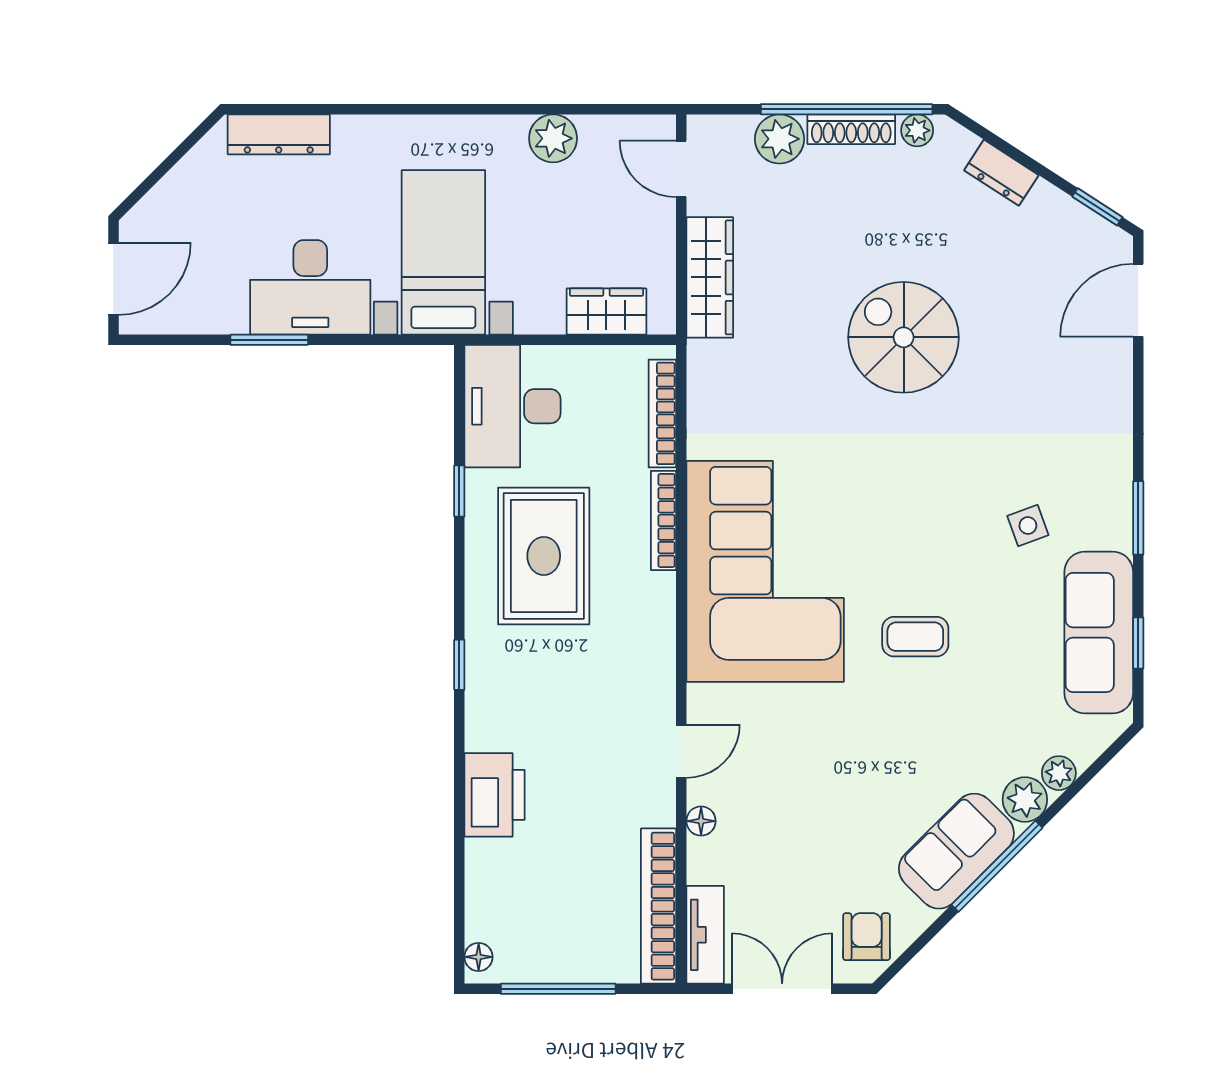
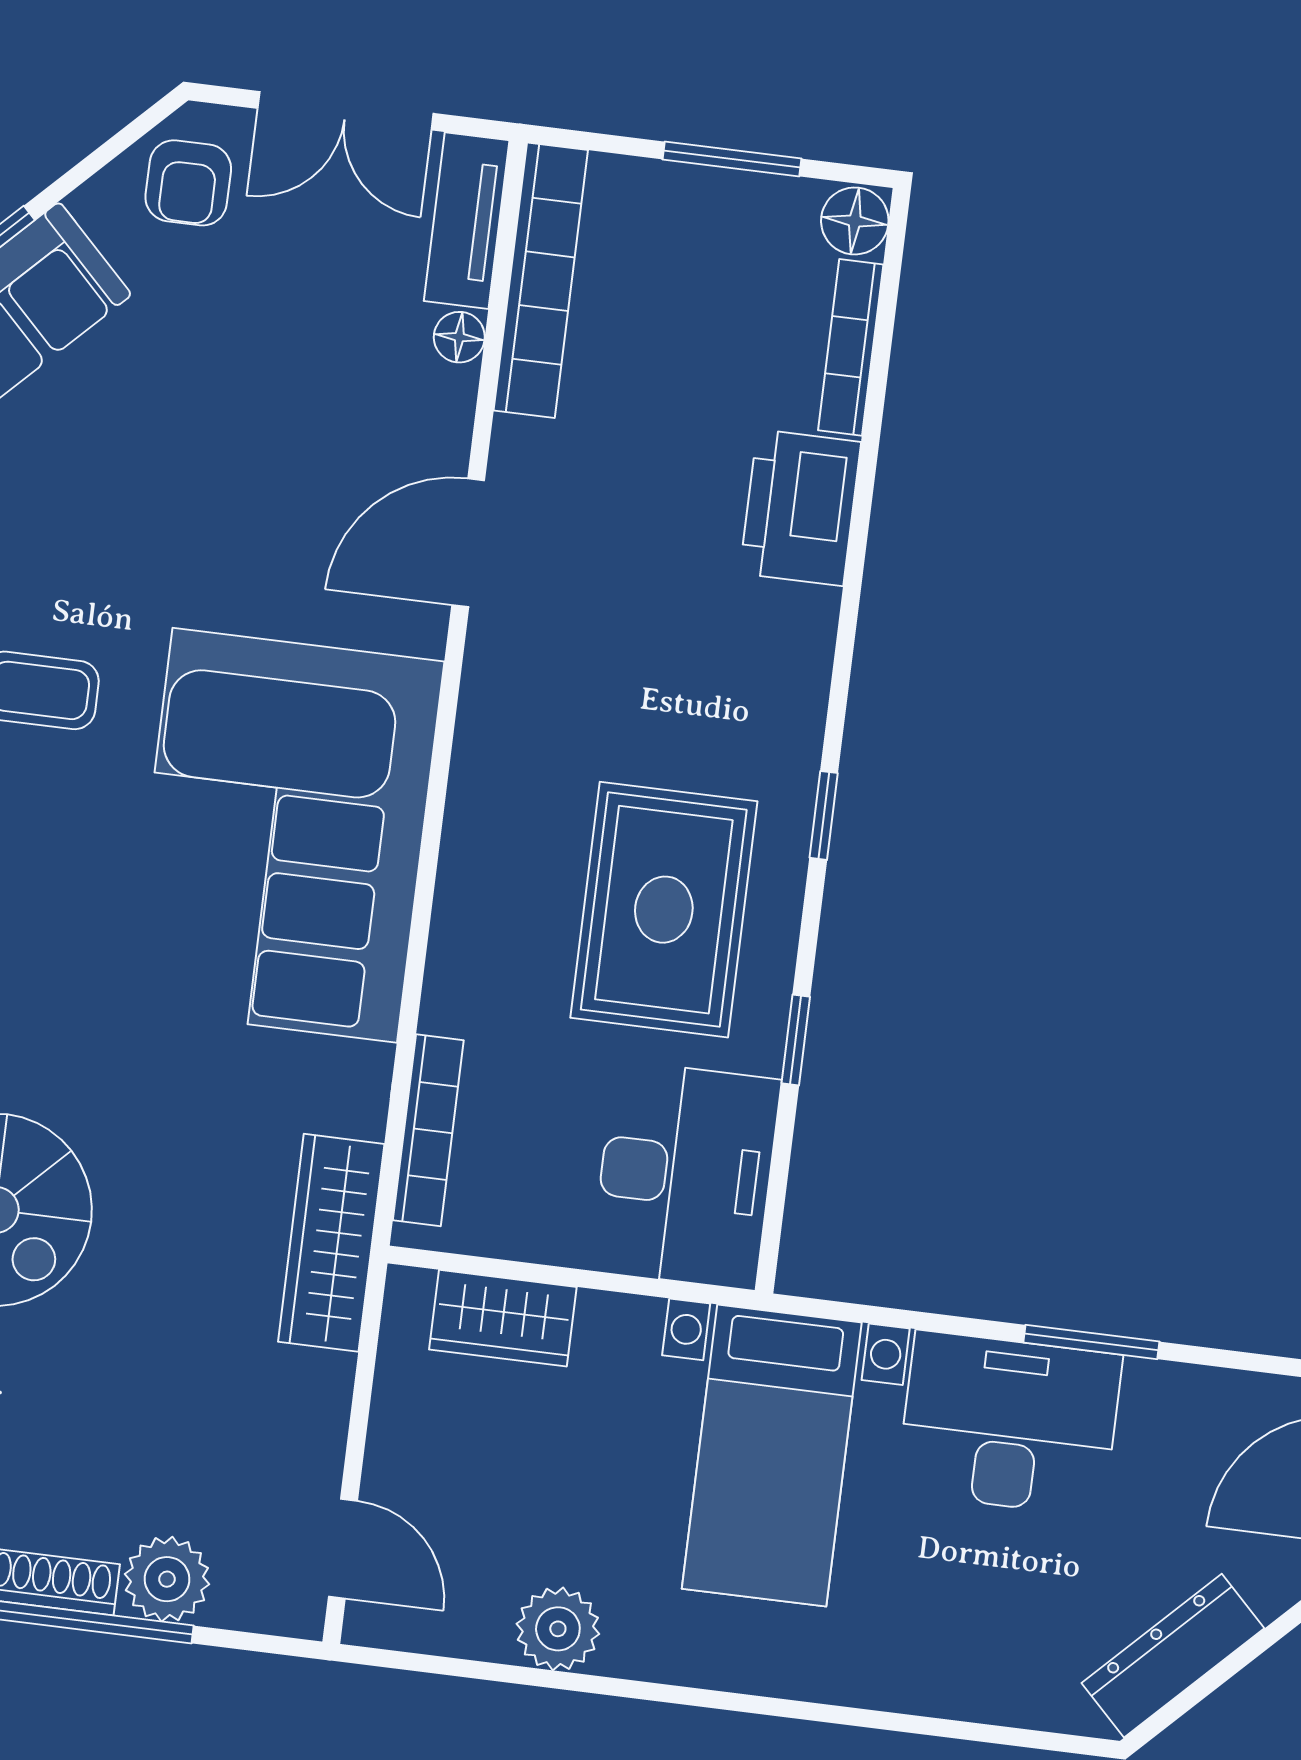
dresser: (279, 134) -> (1173, 1656), moved, turned -45
wardrobe: (710, 277) -> (331, 1243), moved
bookcase: (663, 520) -> (851, 347), moved, turned 180
window: (459, 665) -> (824, 815), moved
door: (681, 751) -> (468, 543), width x1.38
floor lamp: (701, 821) -> (459, 337), moved
floor lamp: (479, 957) -> (855, 221), width x1.37, depth x1.37
window: (558, 989) -> (732, 159), width x0.69

